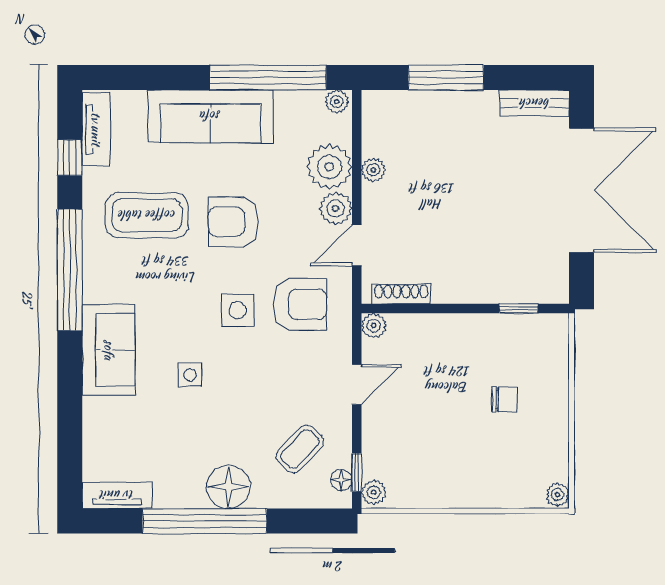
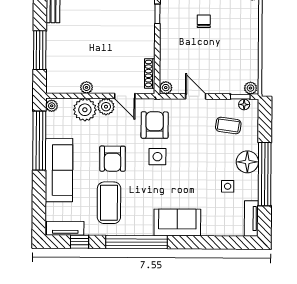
side table: (190, 375) -> (228, 186), moved
coffee table: (300, 449) -> (228, 125), turned -35

